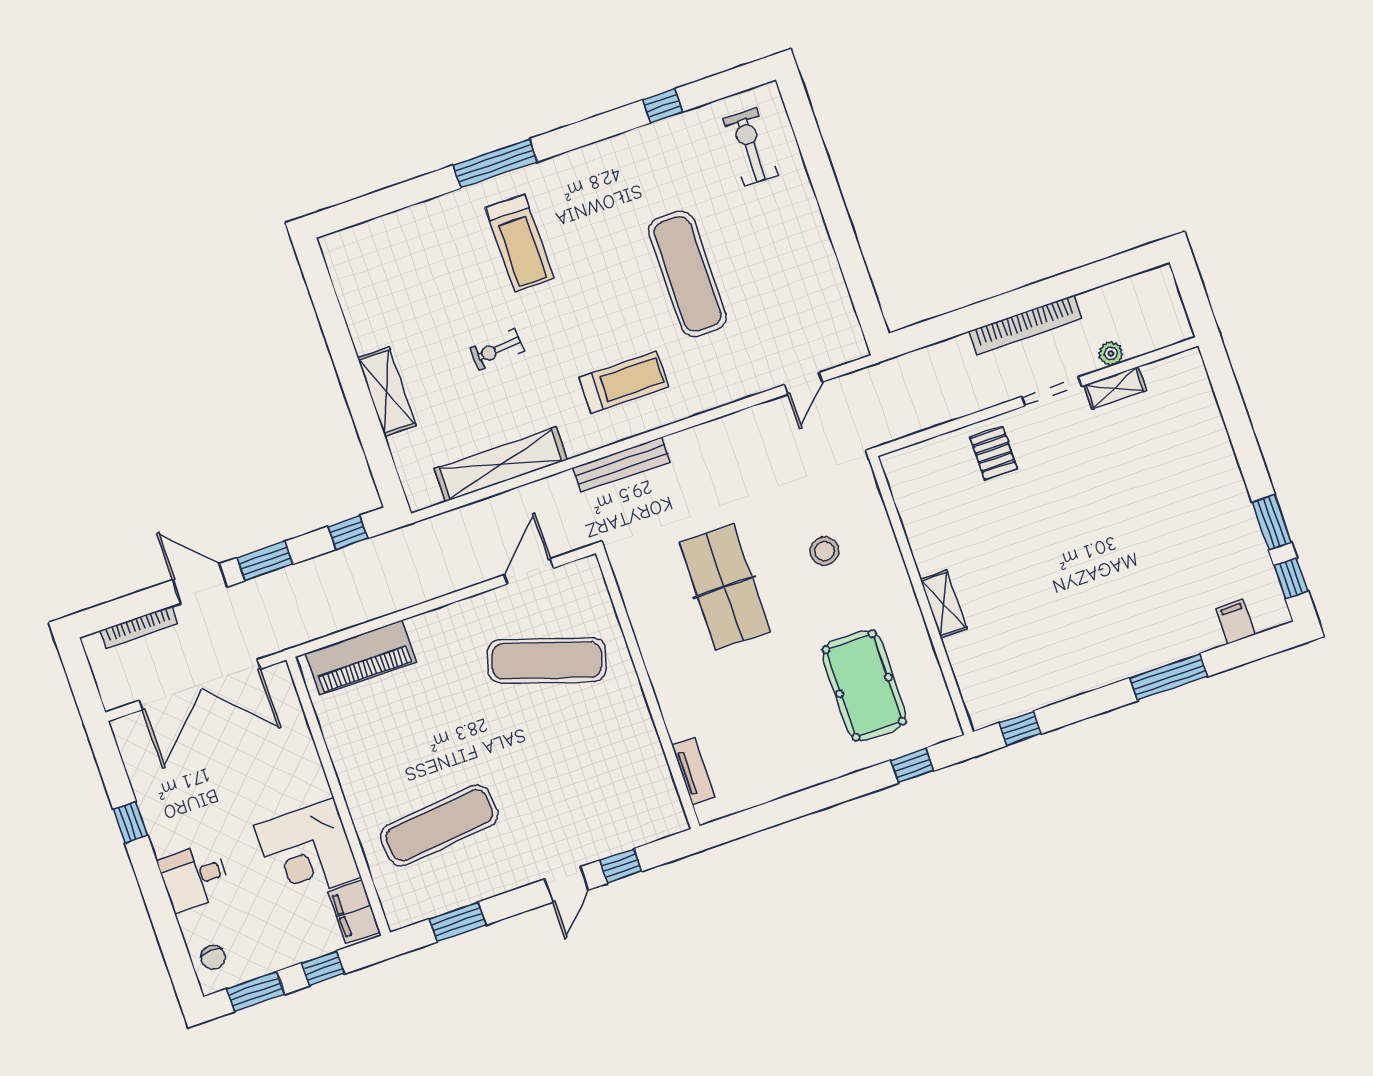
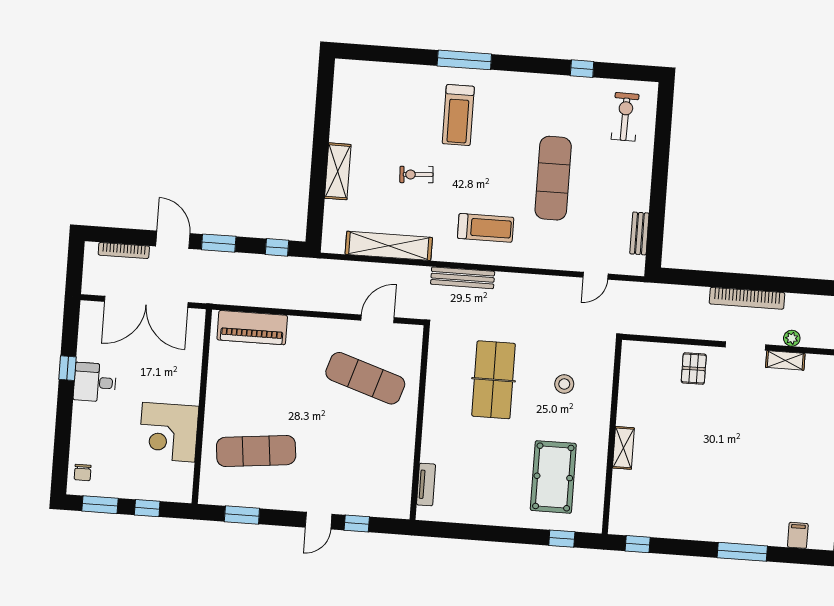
bench: (839, 299) -> (639, 233), added
desk: (194, 877) -> (95, 382), moved
filing cabinet: (354, 911) -> (181, 481), removed

